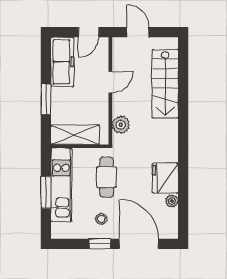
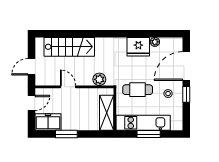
door: (88, 32) -> (32, 103), hinge flipped
freezer: (62, 62) -> (48, 122), width x0.71
window: (46, 99) -> (66, 134), moved

